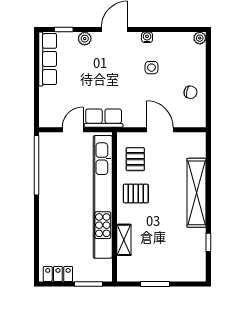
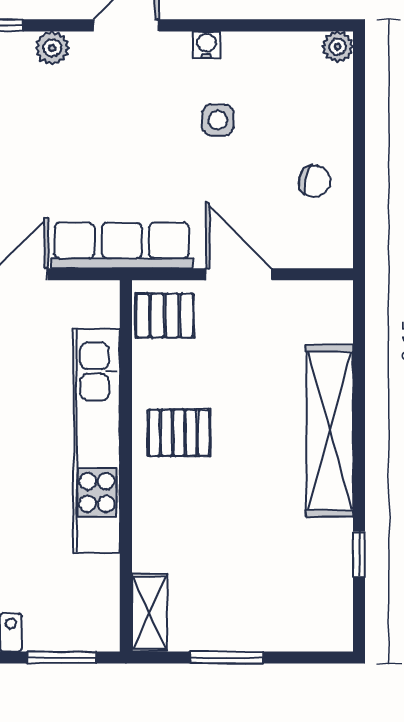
row of seats: (104, 118) -> (122, 245), width x1.48
pallet: (135, 159) -> (165, 316), moved, turned 90
kitchen unit: (103, 197) -> (97, 441), width x0.73
shelving: (124, 240) -> (149, 613), moved

